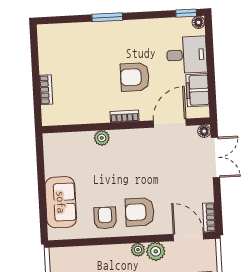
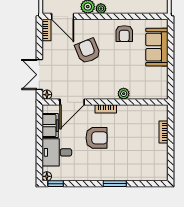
armchair: (140, 212) -> (88, 51), moved, turned -112

